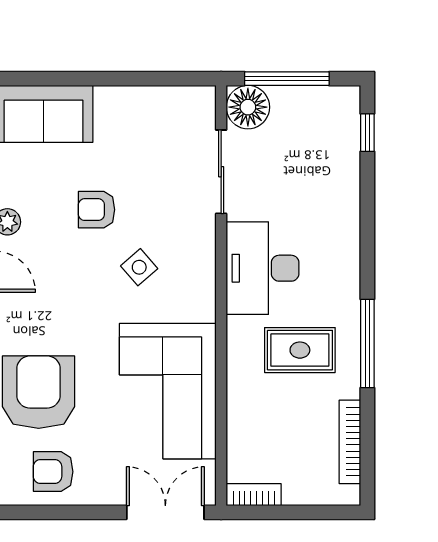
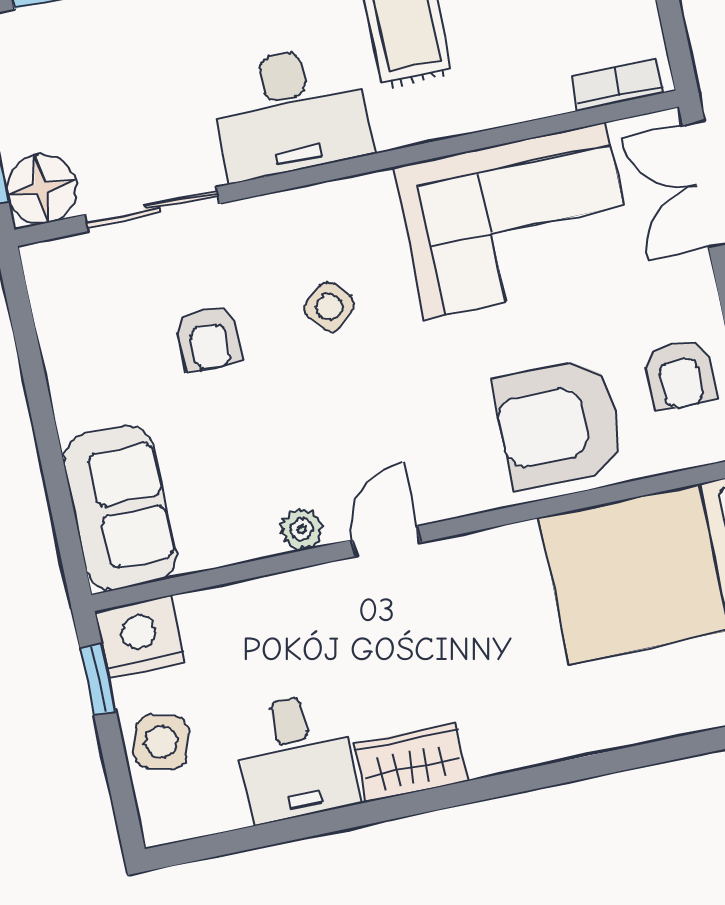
armchair: (96, 210) -> (209, 338), moved
bookcase: (254, 495) -> (617, 85), moved, turned 90

